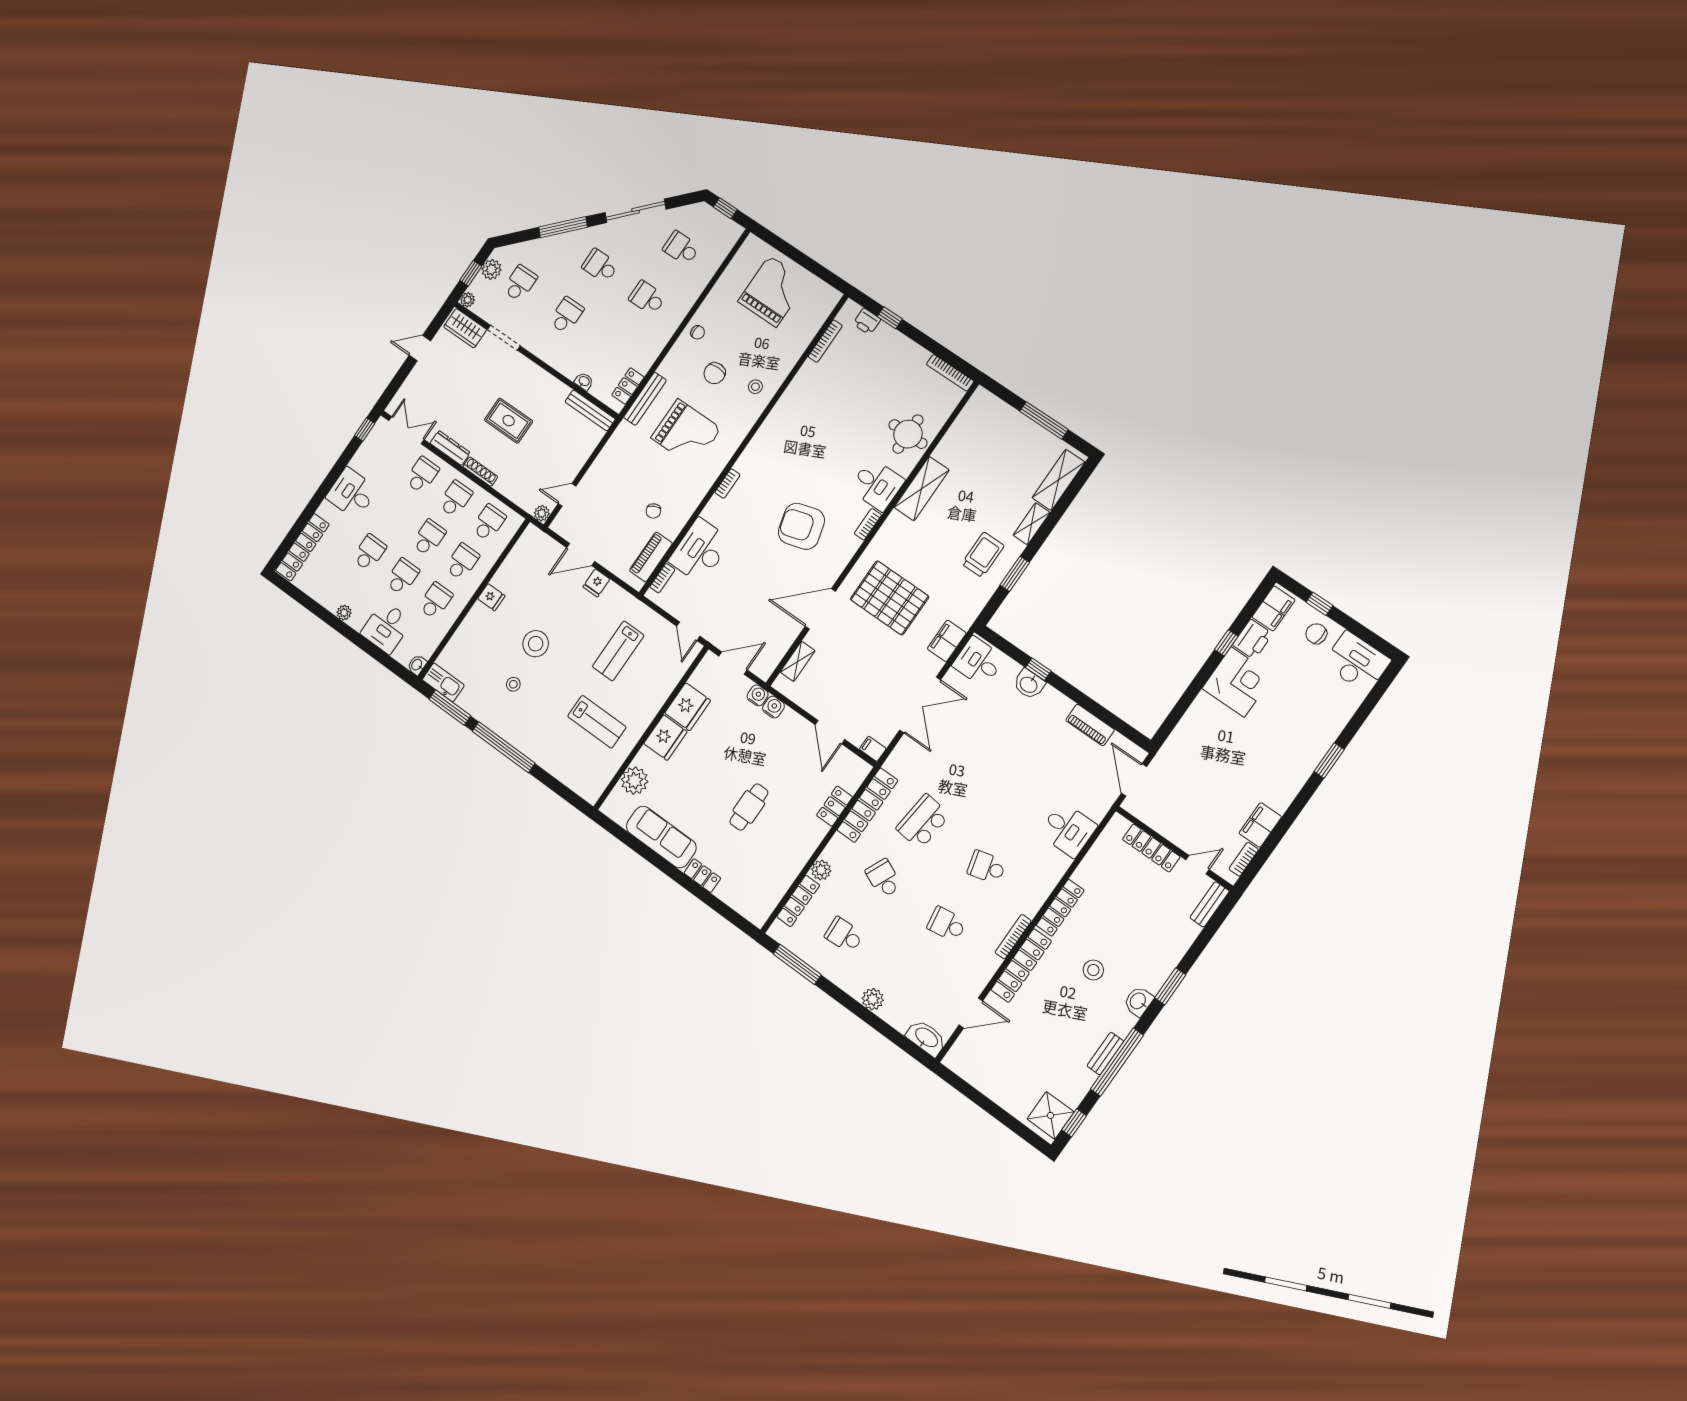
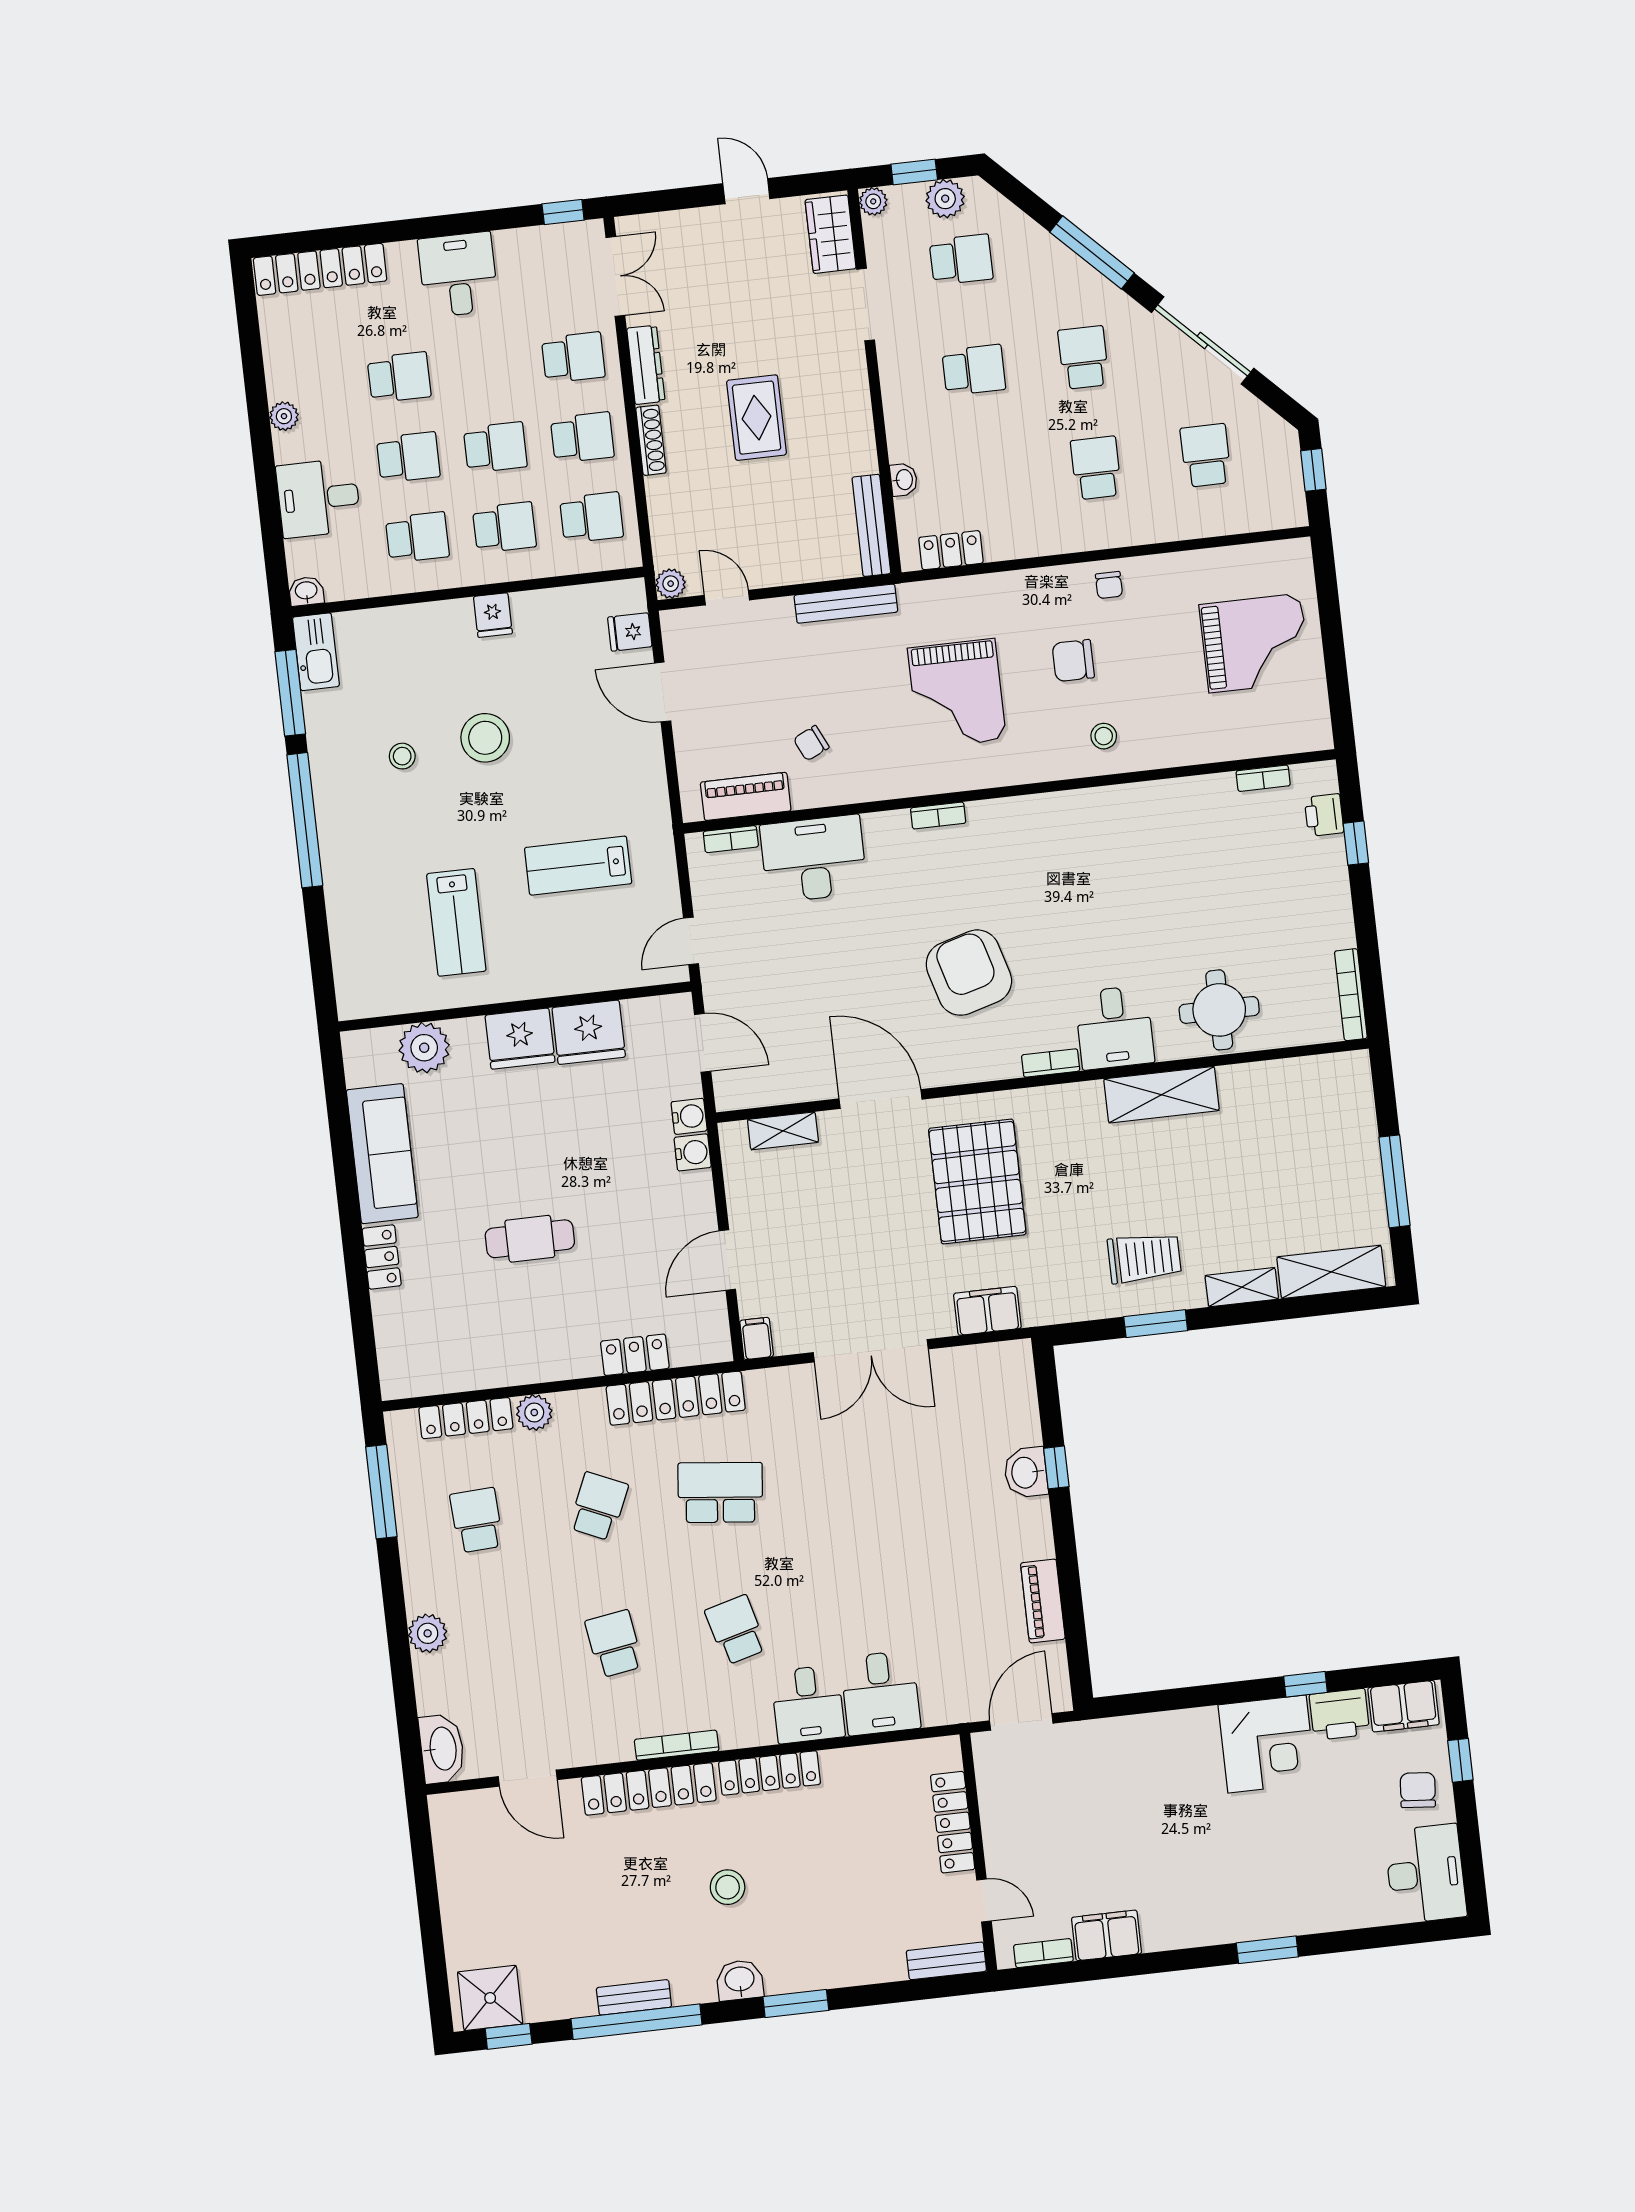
bookcase: (825, 341) -> (1263, 778), width x0.64
bench: (645, 399) -> (846, 604), moved
fridge: (596, 583) -> (630, 632), moved
desk: (978, 662) -> (808, 1704), moved, turned 180

